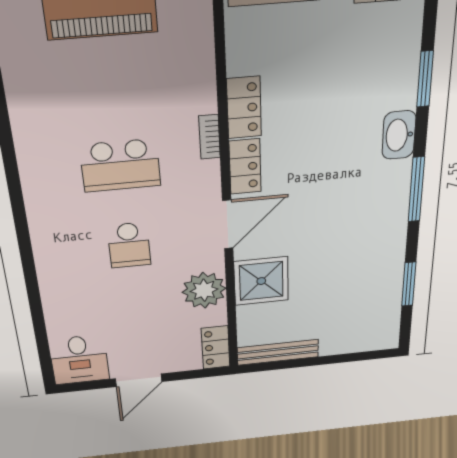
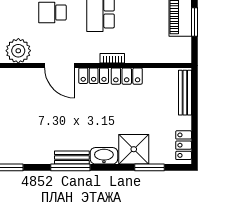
window: (425, 79) -> (149, 167), moved
bench: (399, 189) -> (72, 158), added
shower: (261, 281) -> (134, 149), moved

